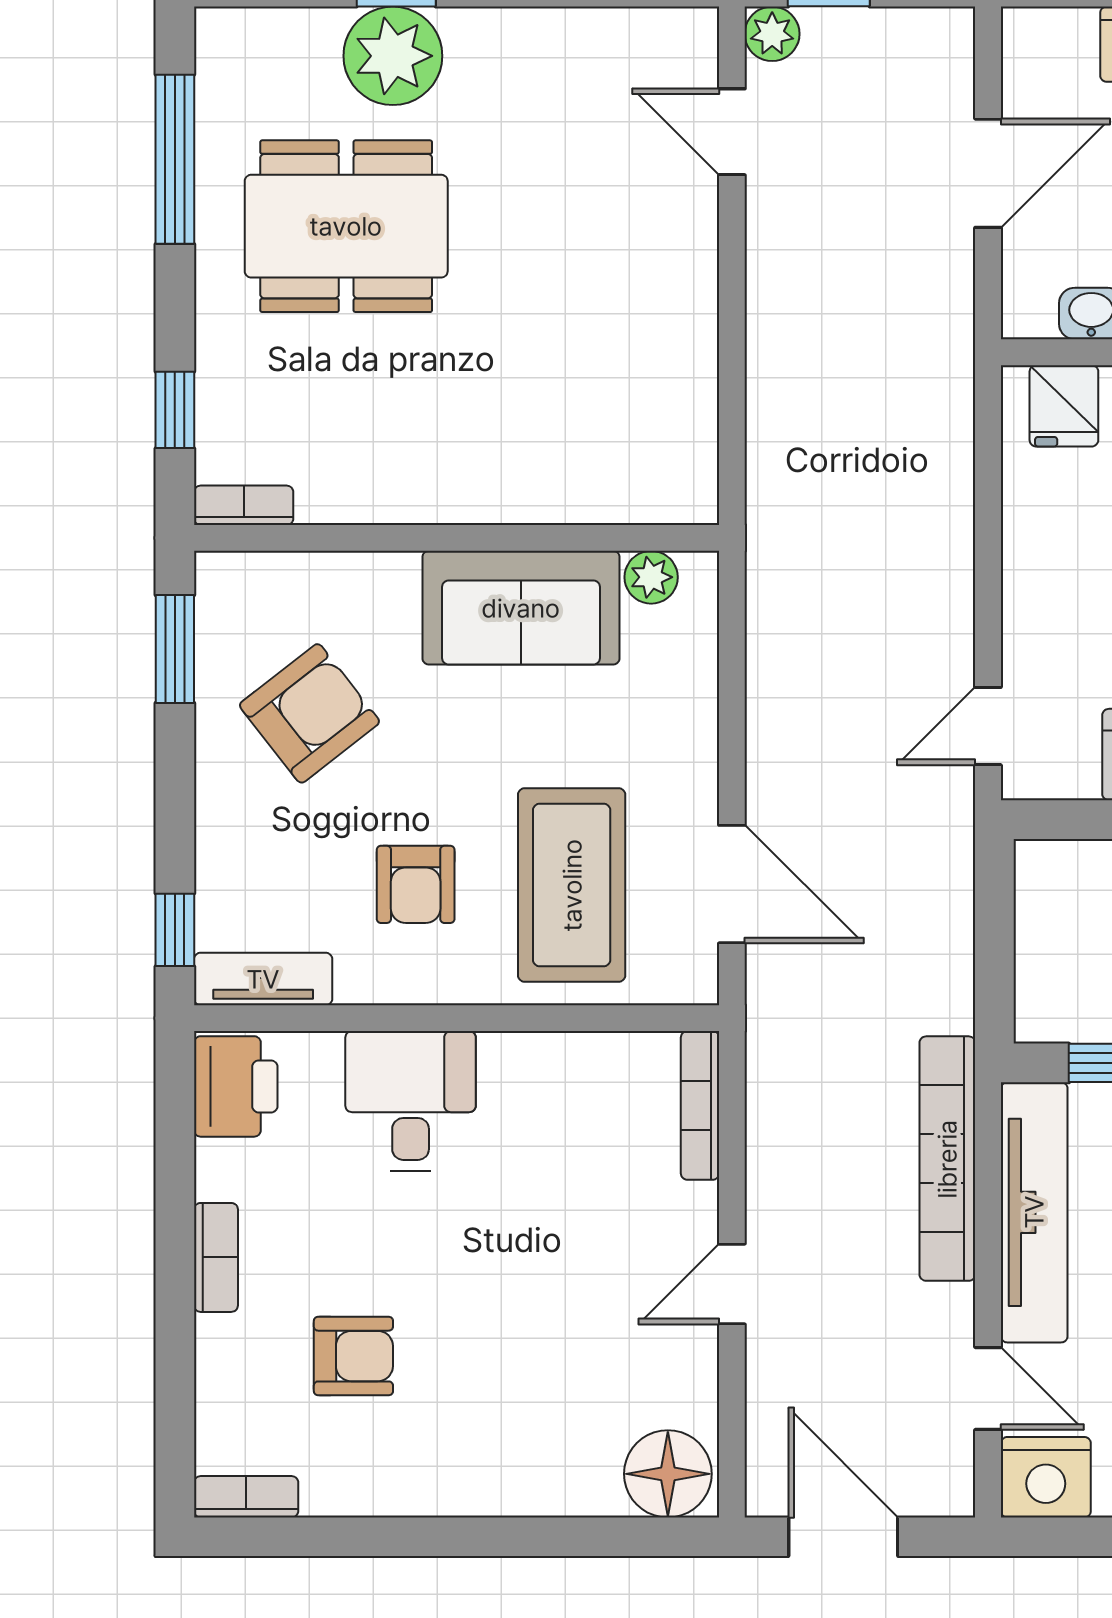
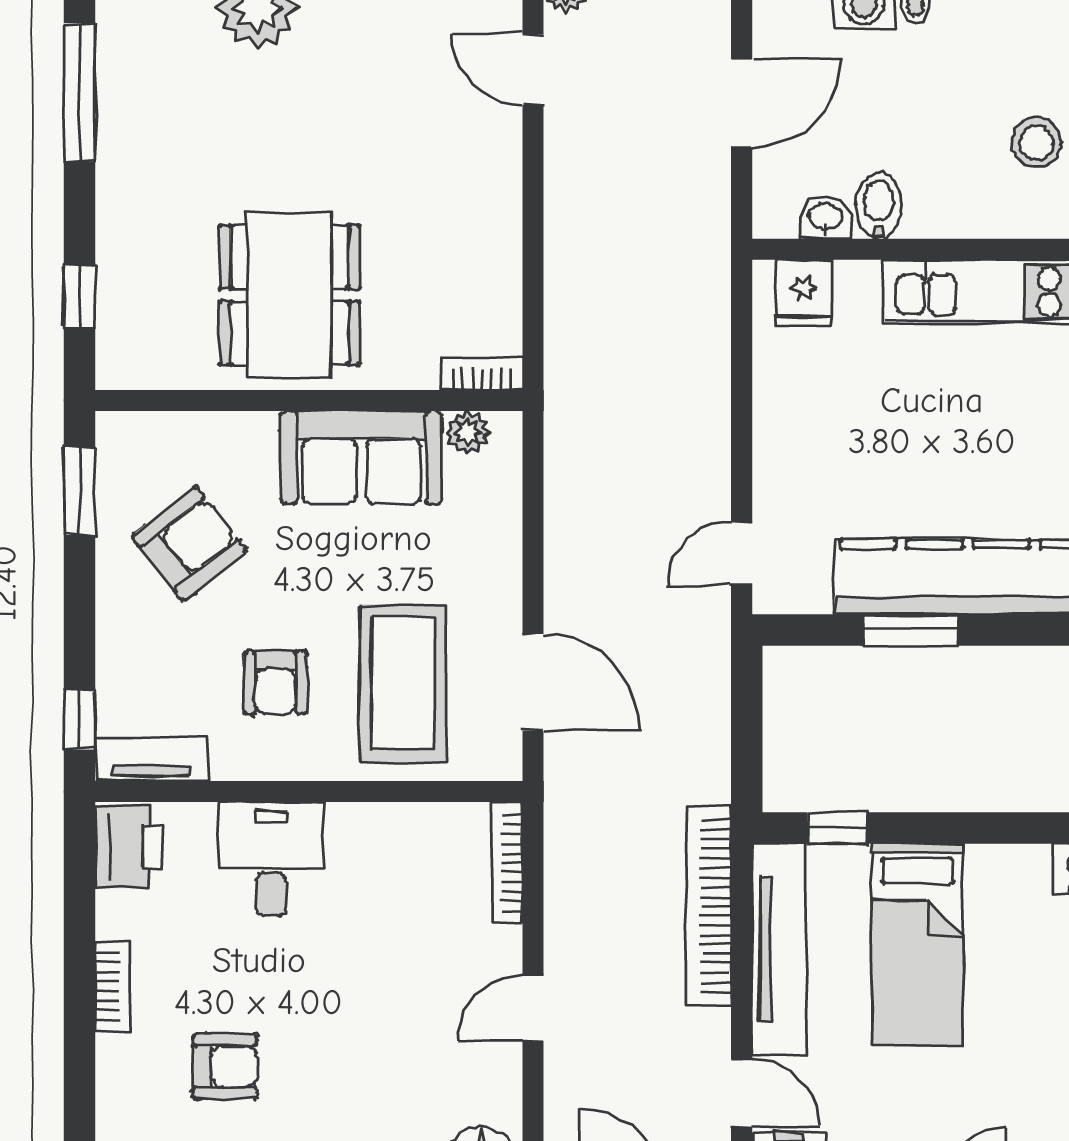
dining table: (346, 226) -> (289, 295), moved, turned 90
bookcase: (244, 505) -> (482, 374), moved

